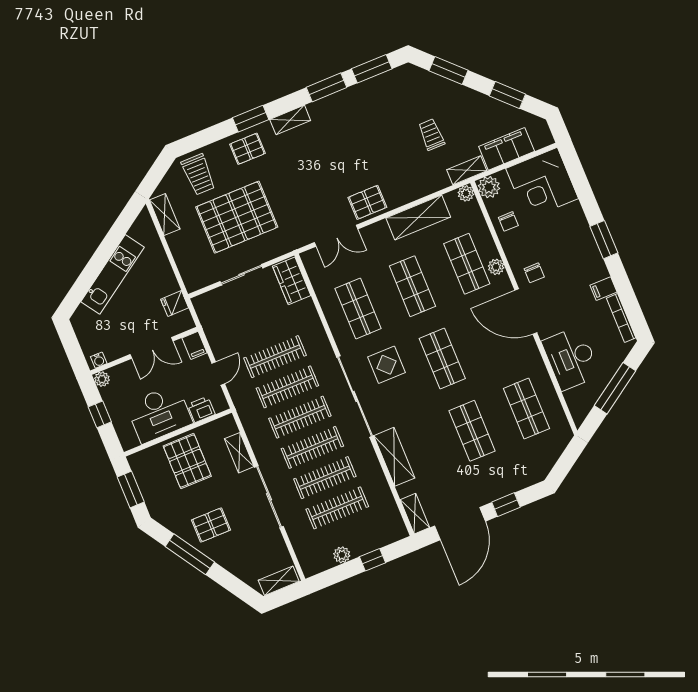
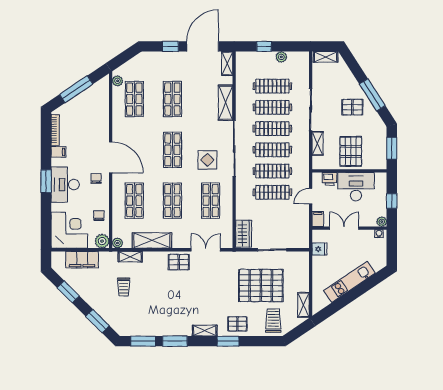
shelving: (467, 170) -> (130, 257), moved
plant: (496, 267) -> (117, 81), moved
desk: (571, 358) -> (65, 185), moved, turned 180

